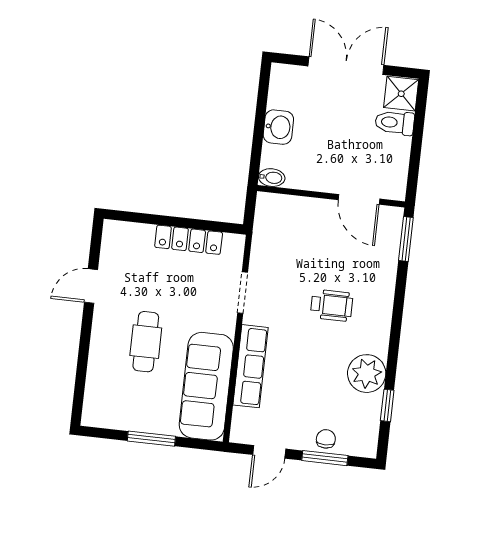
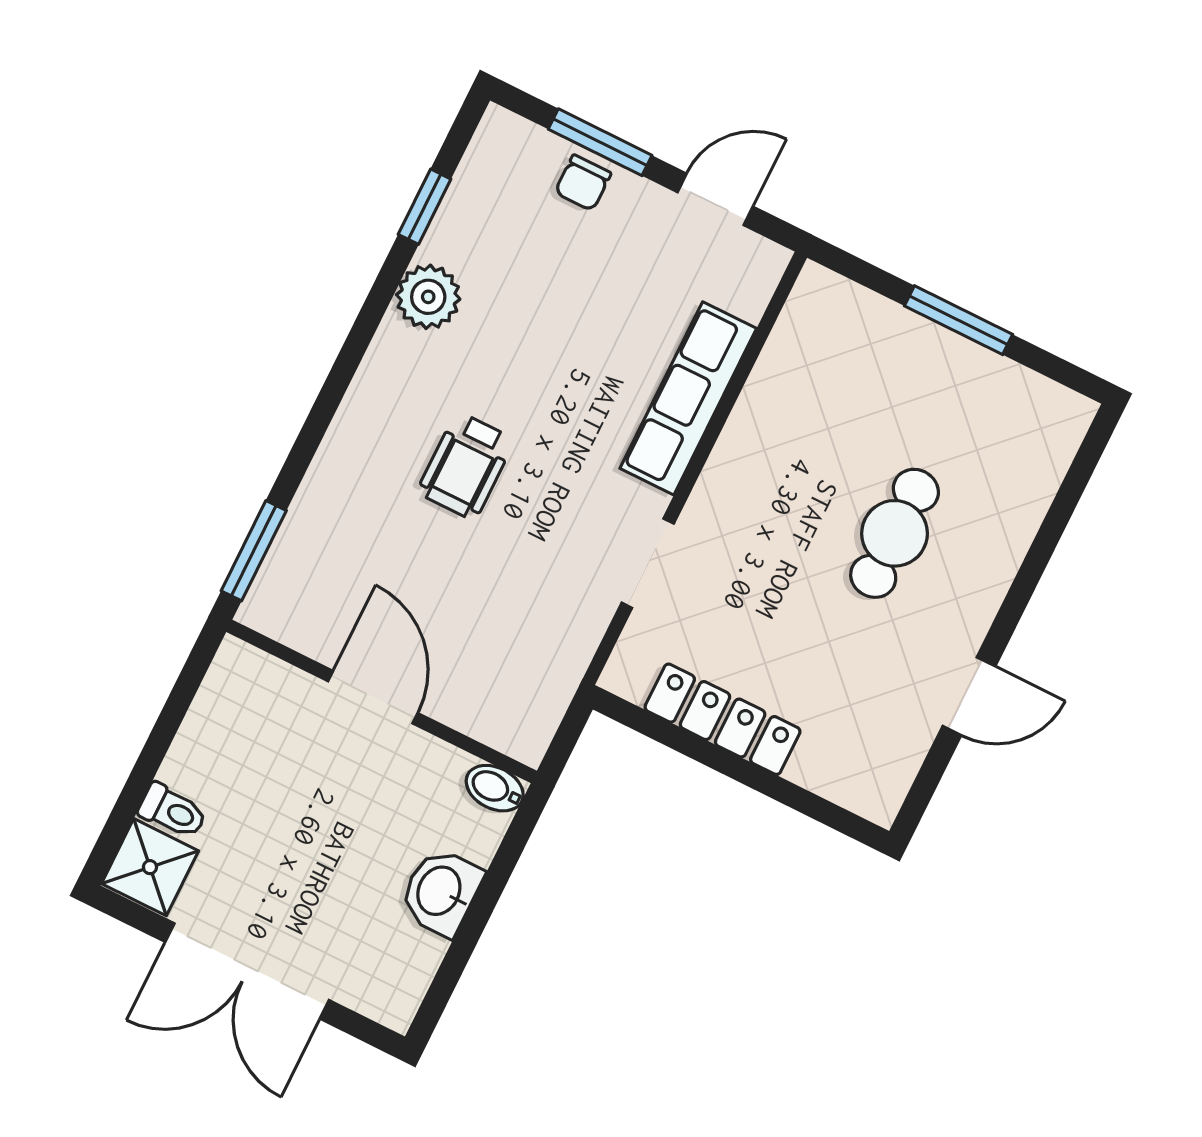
toilet: (395, 123) -> (173, 811), width x0.73, depth x0.72
door: (359, 199) -> (373, 697), moved
wheelchair: (332, 305) -> (466, 466), turned -90
plant: (367, 374) -> (428, 297), width x0.73, depth x0.73
sofa: (206, 386) -> (799, 390), removed

